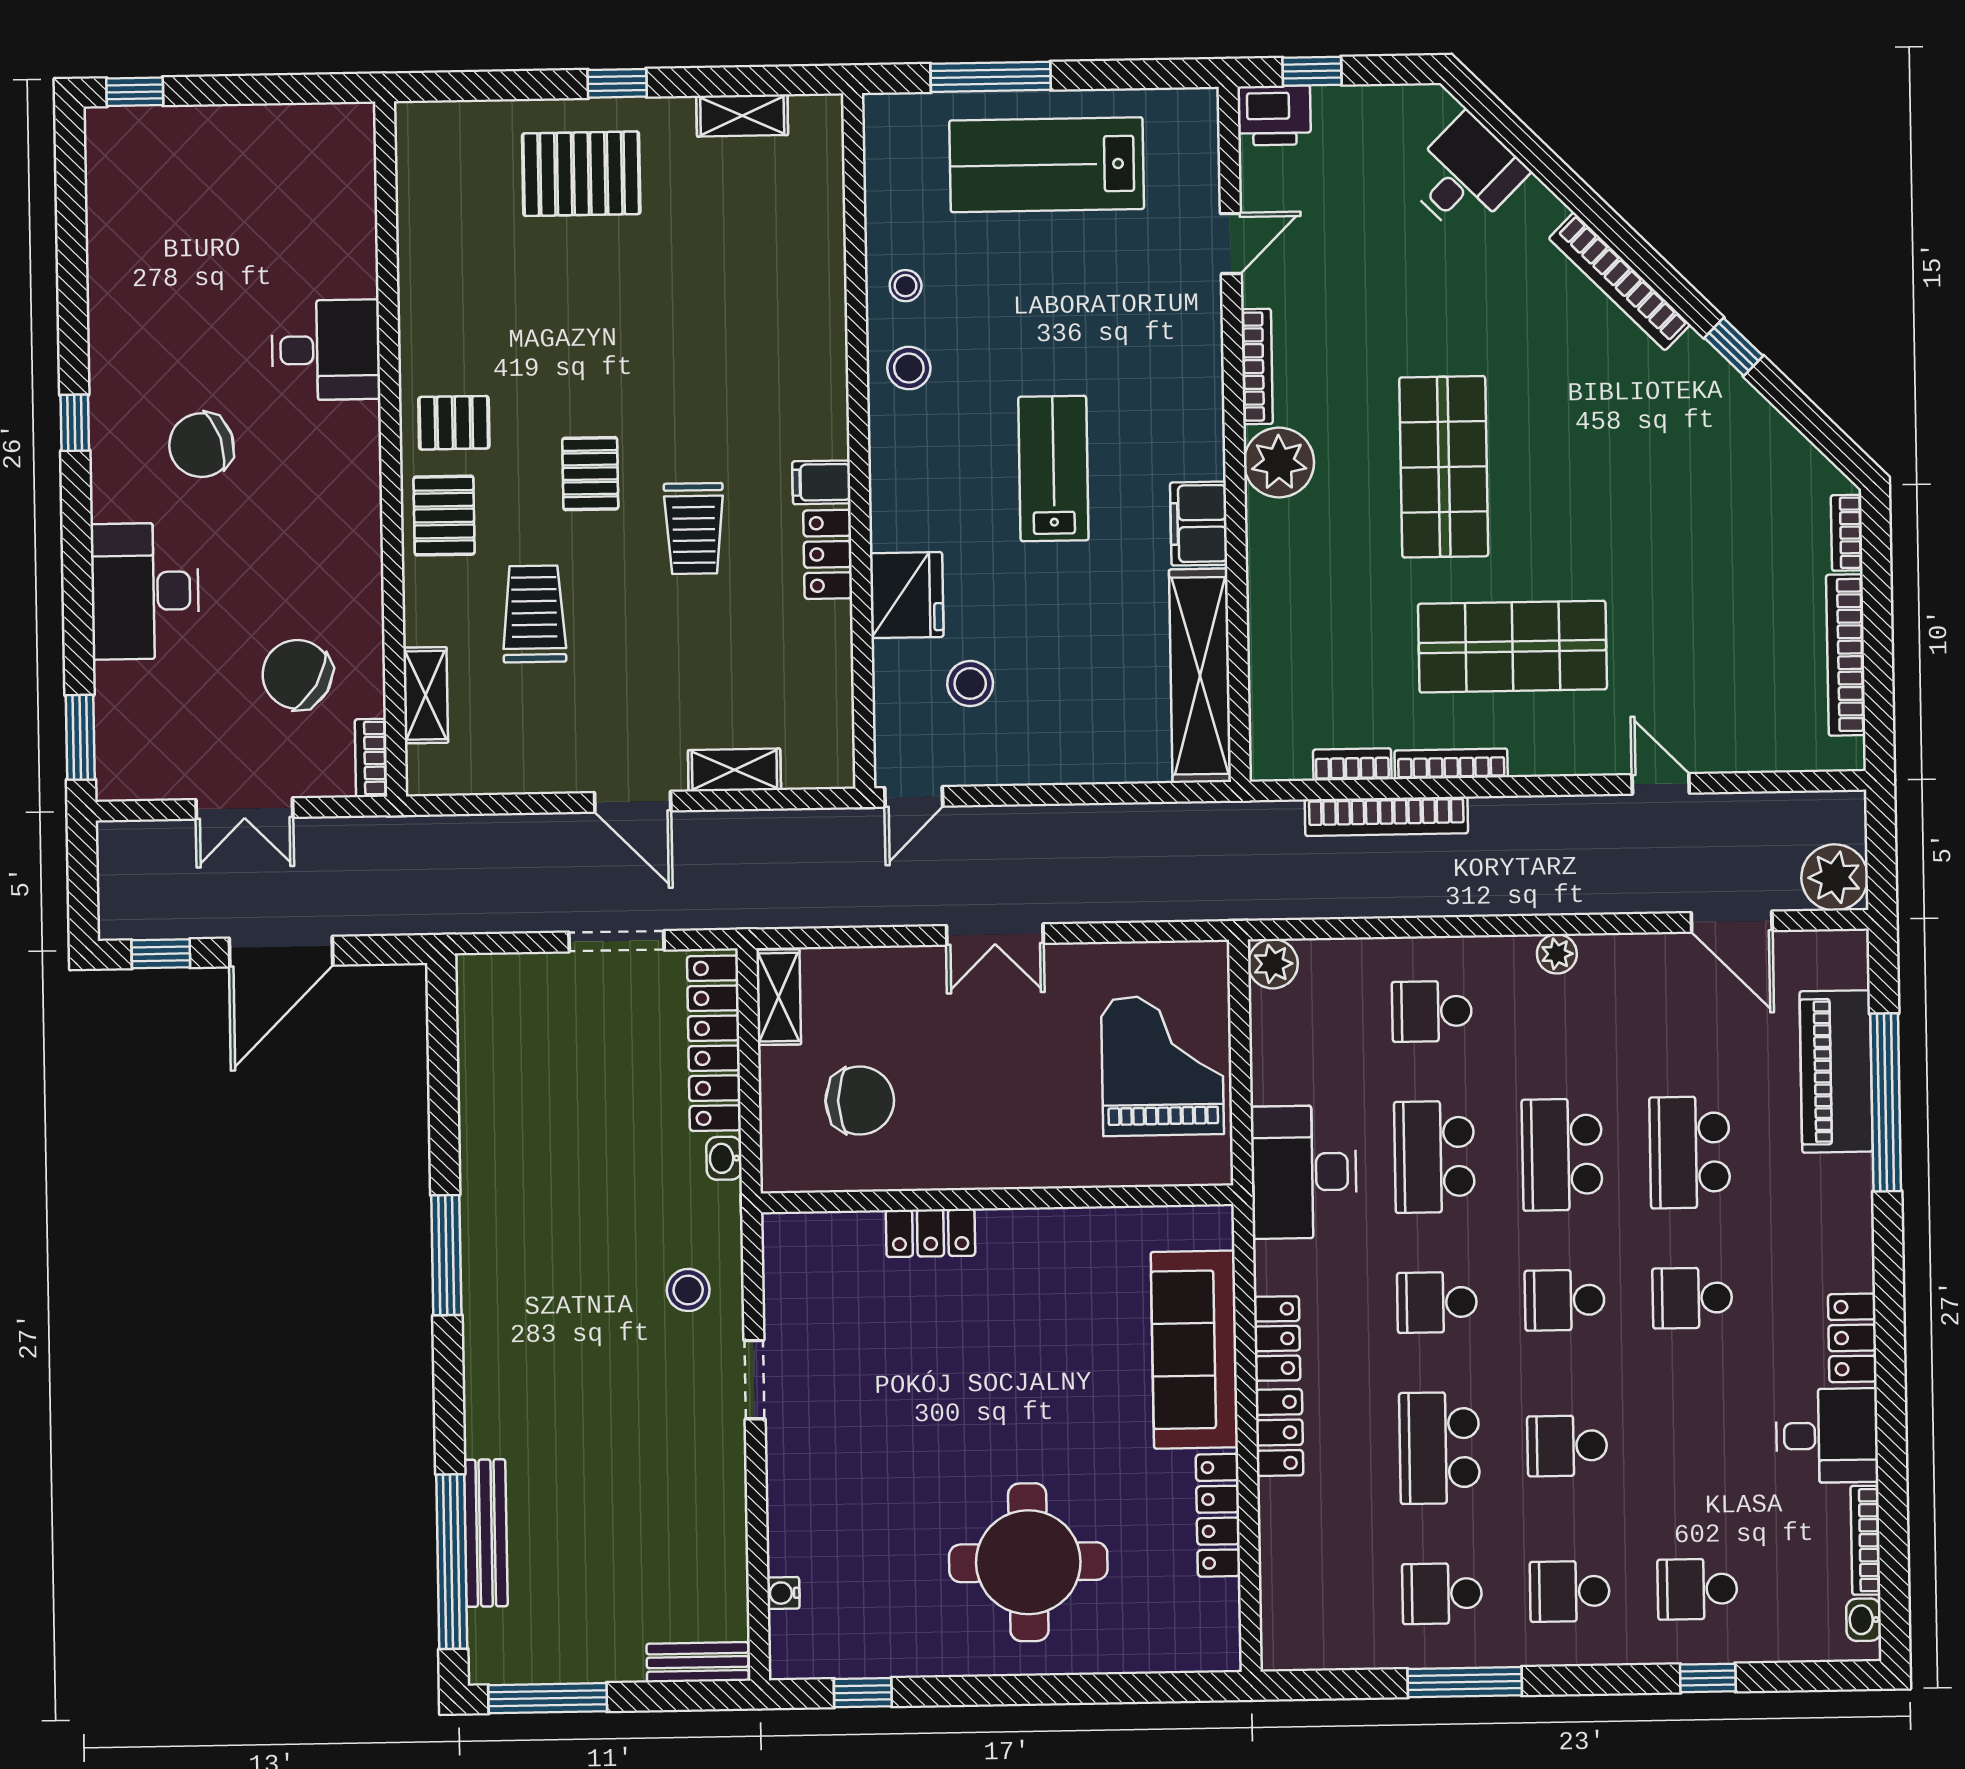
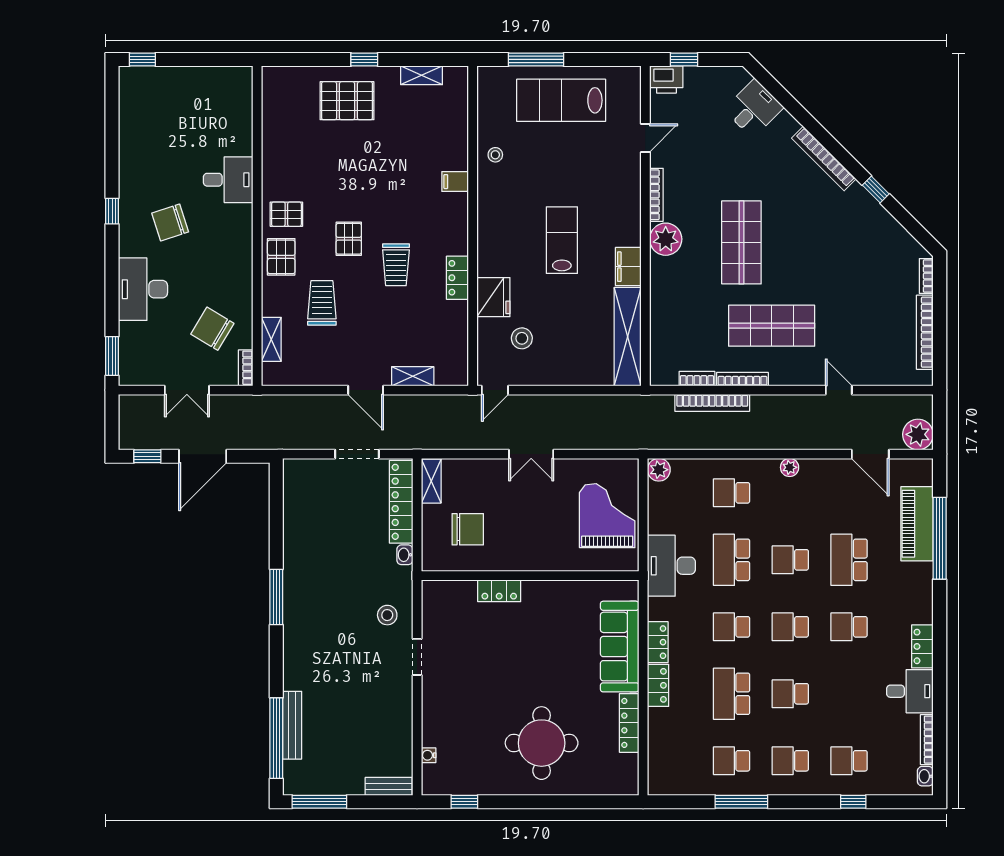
stool: (909, 368) -> (496, 193), removed
filing cabinet: (821, 482) -> (455, 182), moved
school desk: (1562, 1155) -> (790, 560), width x0.54

